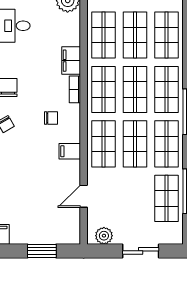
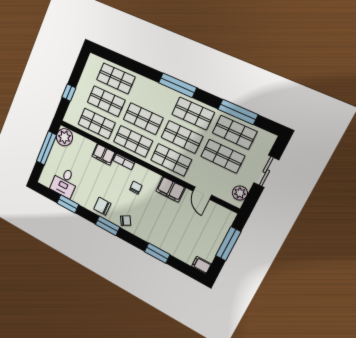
shop shelf: (166, 89) -> (223, 156), moved
filing cabinet: (70, 151) -> (171, 189), width x2.00
window: (42, 251) -> (228, 244), width x1.44

